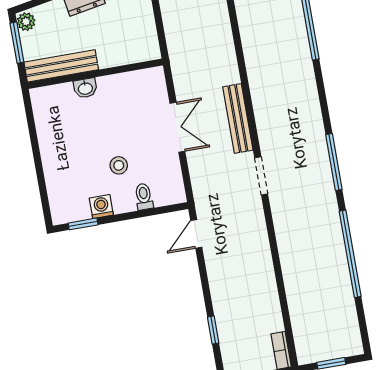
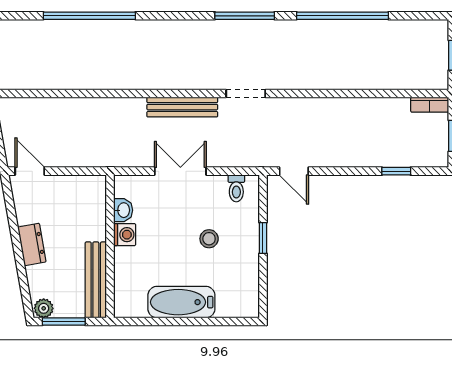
washbasin: (85, 88) -> (123, 210), moved
bathtub: (55, 150) -> (181, 302), added
toilet: (144, 197) -> (236, 188), moved, turned -90
washing machine: (101, 207) -> (125, 235), moved, turned 180
window: (83, 224) -> (263, 238), moved

